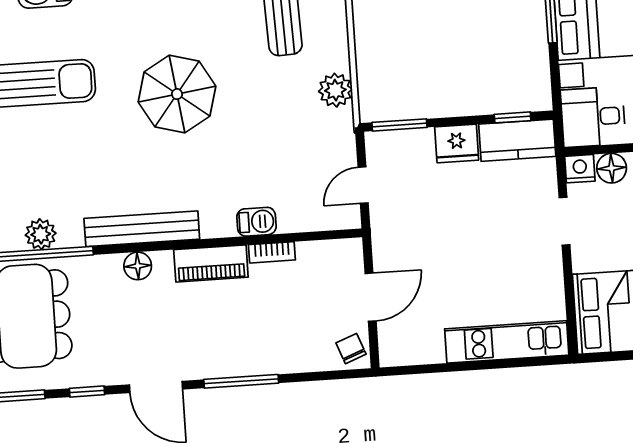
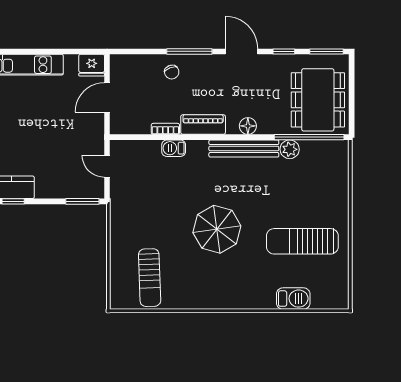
plant: (335, 90) -> (120, 225), removed
fridge: (457, 144) -> (92, 65), moved, turned 180
door: (363, 185) -> (107, 166), swing flipped
plant: (41, 234) -> (290, 149), moved
chair: (351, 349) -> (172, 72), moved

